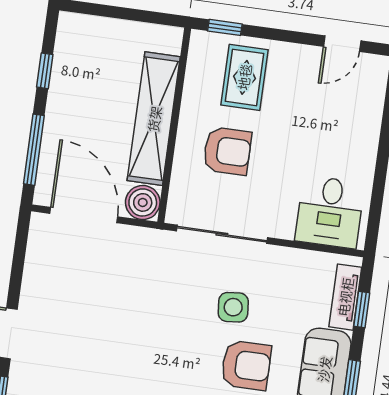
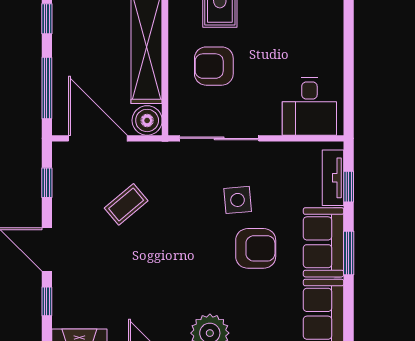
armchair: (227, 151) -> (214, 66), turned 180
window: (19, 258) -> (47, 183), added
coffee table: (106, 295) -> (126, 204), added

